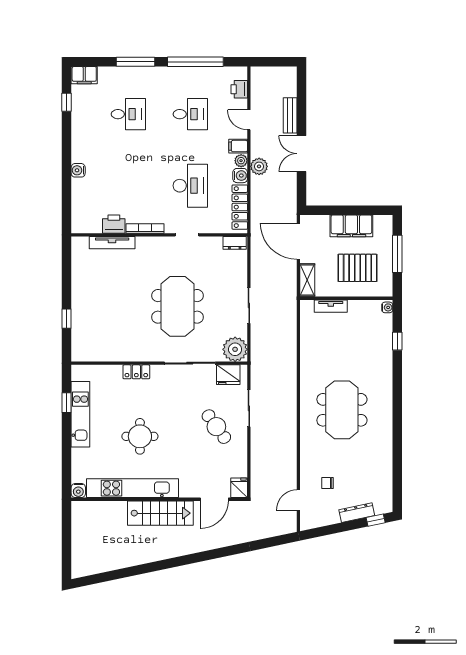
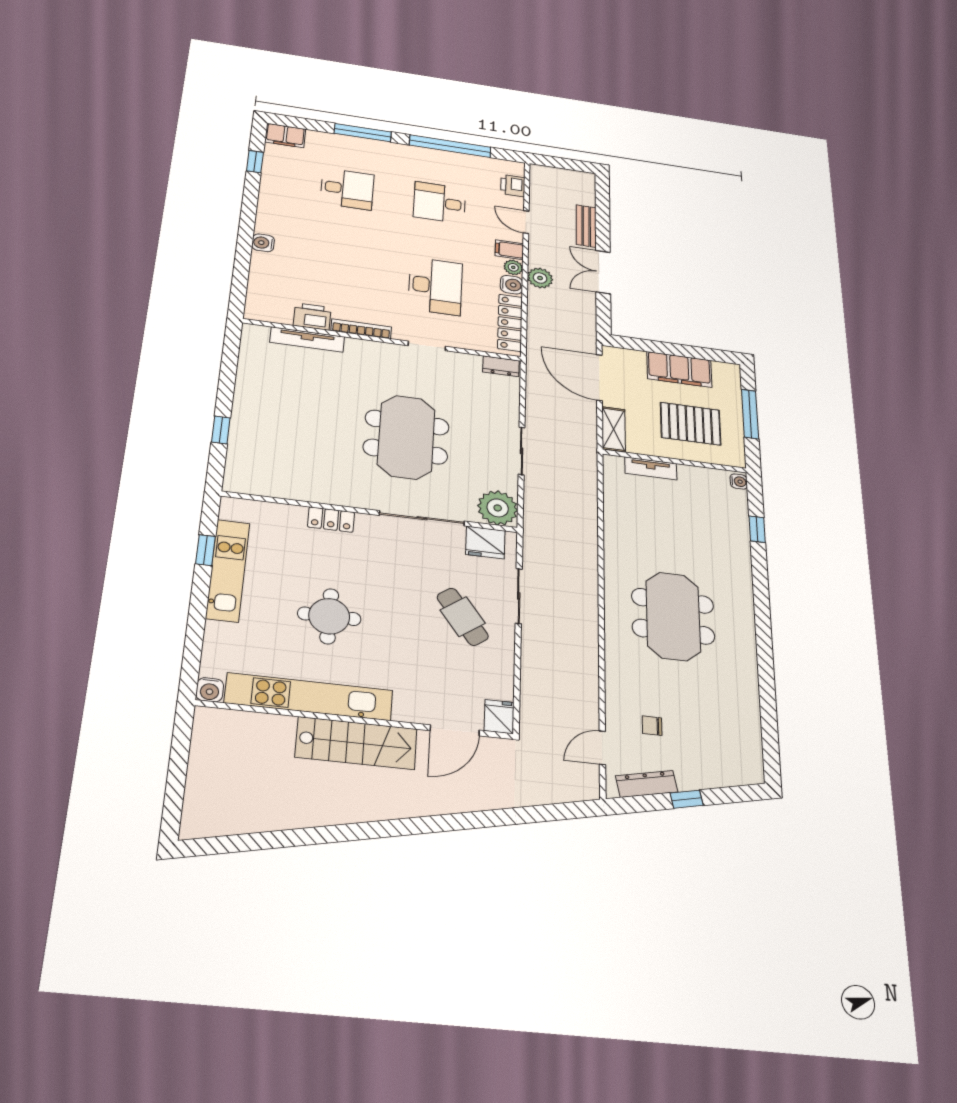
desk: (190, 114) -> (440, 203), turned 180
dresser: (357, 513) -> (647, 784), moved
window: (376, 520) -> (687, 799), moved

